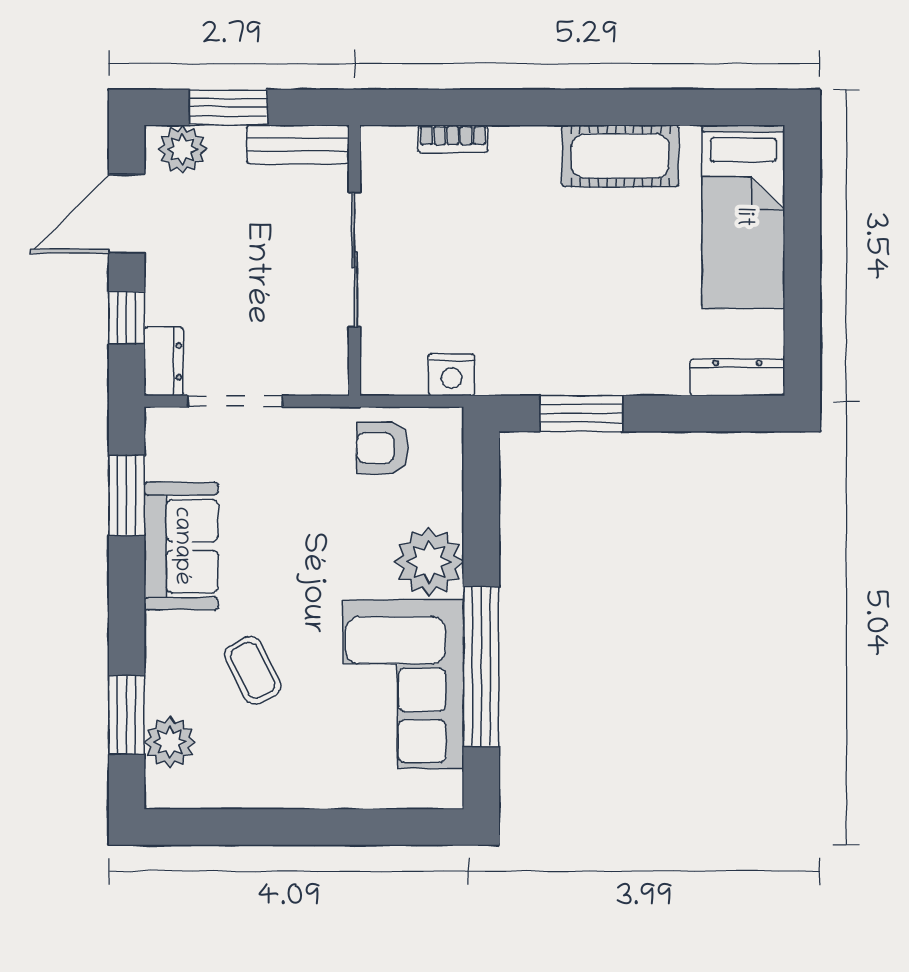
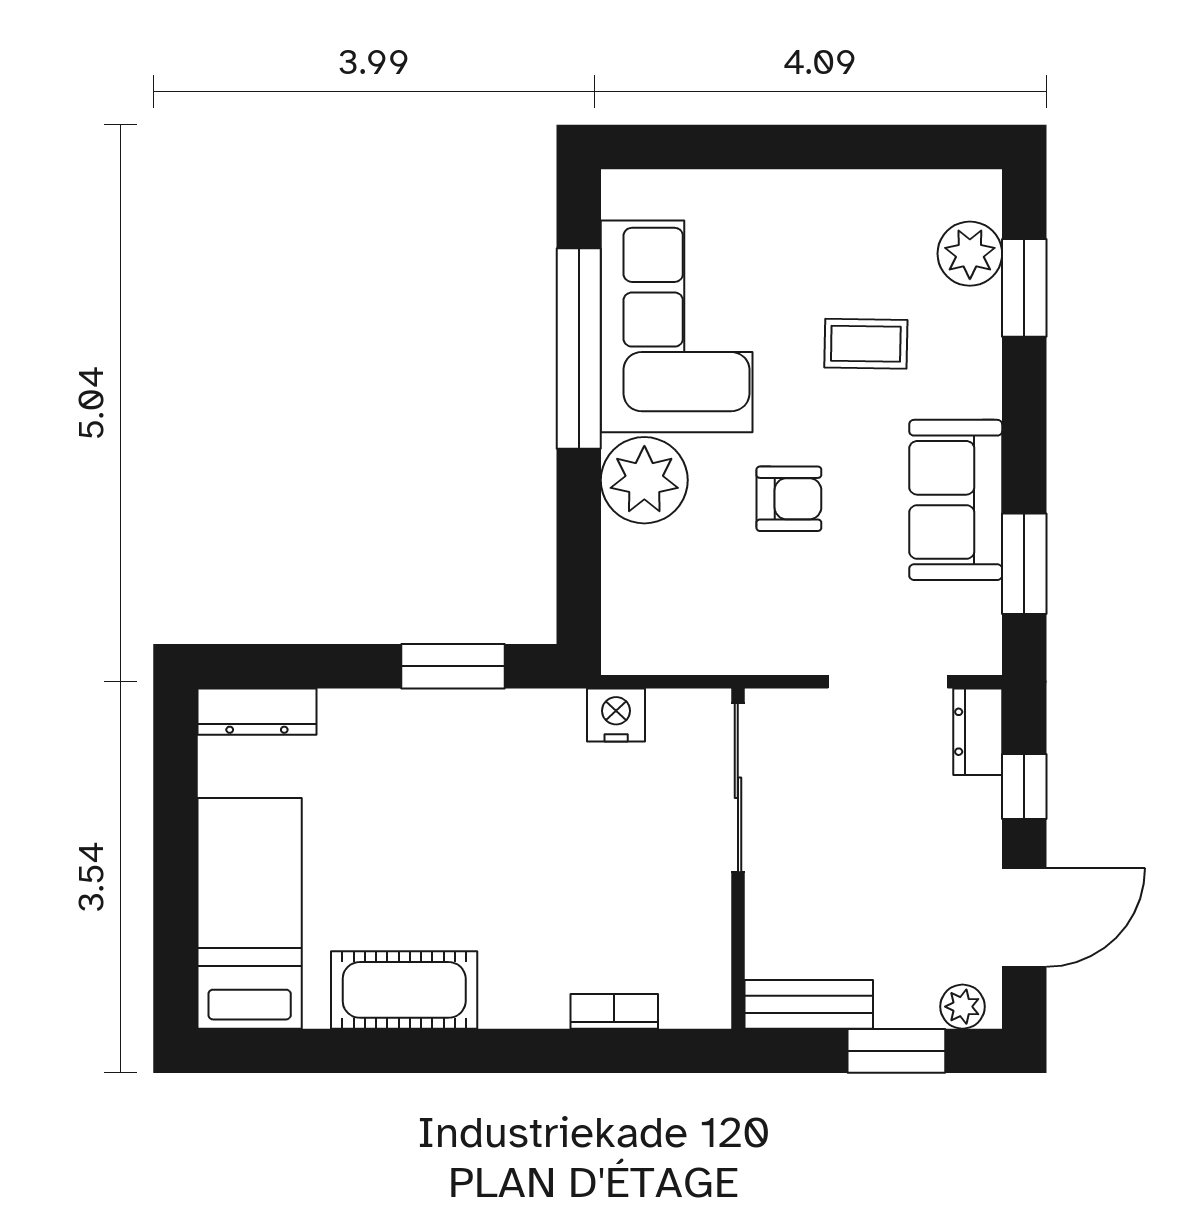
plant: (182, 149) -> (963, 1007), width x0.73, depth x0.73
sliding door: (354, 260) -> (738, 788), moved
armchair: (382, 448) -> (789, 499), moved
coffee table: (253, 670) -> (866, 344), turned -63

